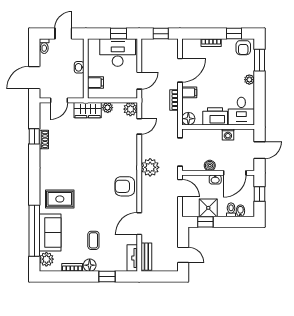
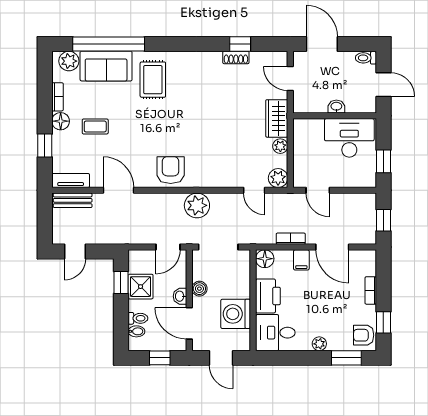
desk: (118, 53) -> (349, 138), moved, turned -90
filing cabinet: (96, 83) -> (315, 129), removed
washing machine: (228, 135) -> (236, 314), width x1.89, depth x1.89

